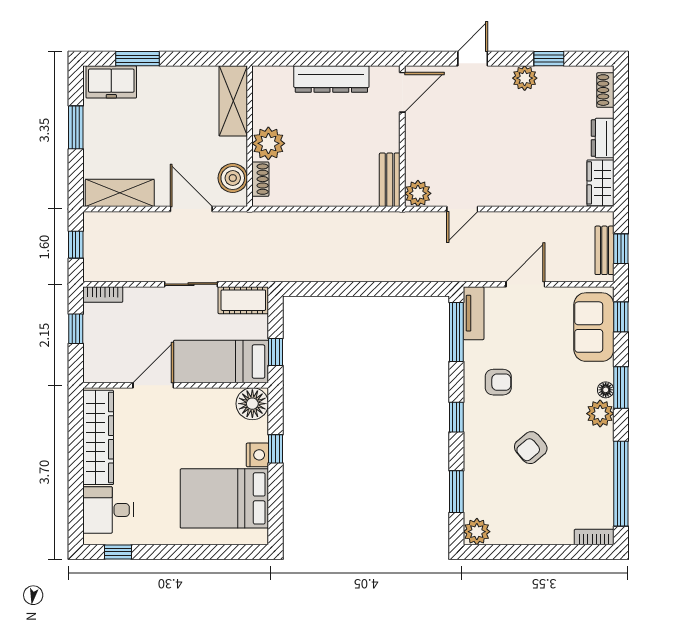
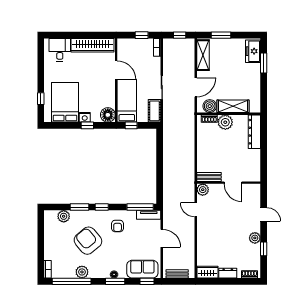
dresser: (331, 79) -> (254, 132), moved
door: (402, 92) -> (233, 183), moved
shelving: (233, 101) -> (233, 106), moved
window: (76, 127) -> (221, 35), moved
window: (621, 249) -> (178, 281), removed
plant: (600, 414) -> (82, 272), moved
armchair: (531, 448) -> (88, 241), width x1.88, depth x1.88
window: (456, 492) -> (80, 207), moved
plant: (477, 532) -> (64, 216), moved
window: (118, 552) -> (41, 99), moved

